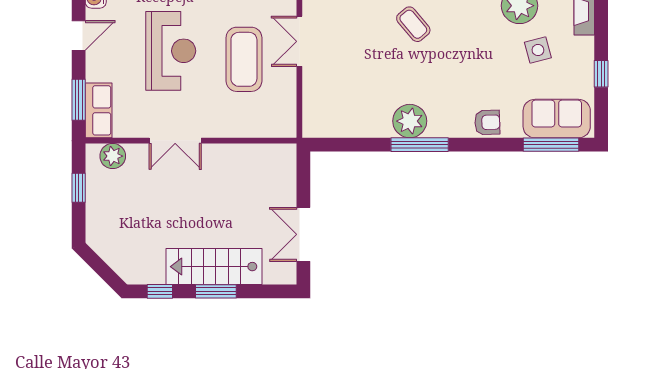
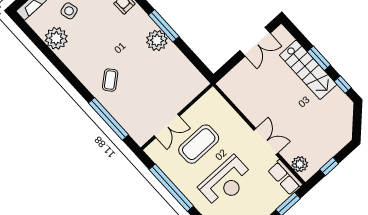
reception desk: (171, 51) -> (226, 182), turned 180
row of seats: (99, 110) -> (285, 177), moved, turned -90

